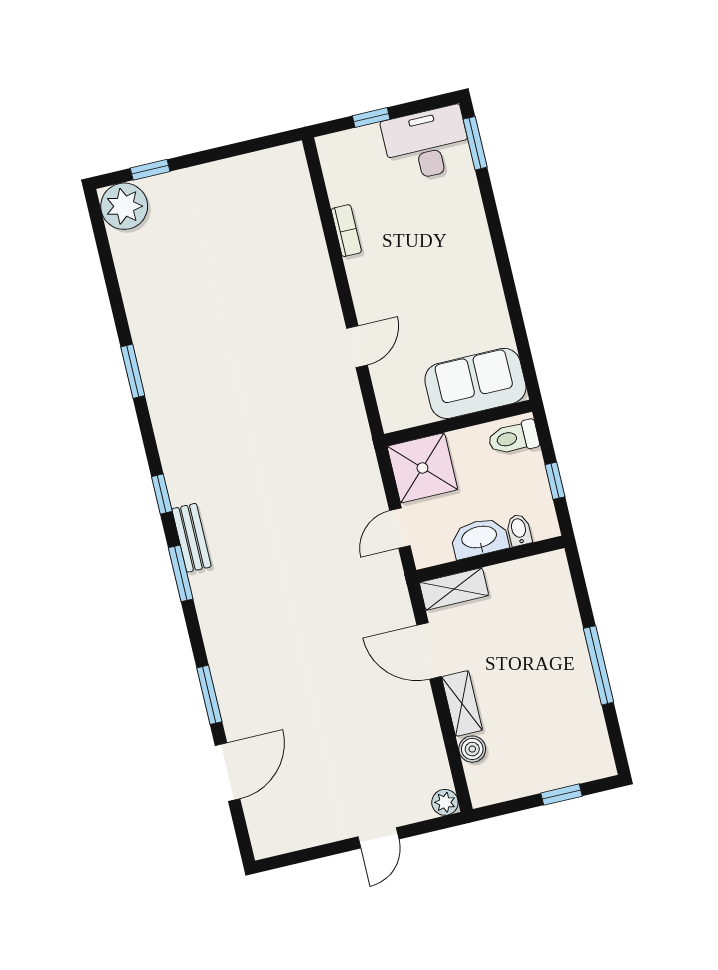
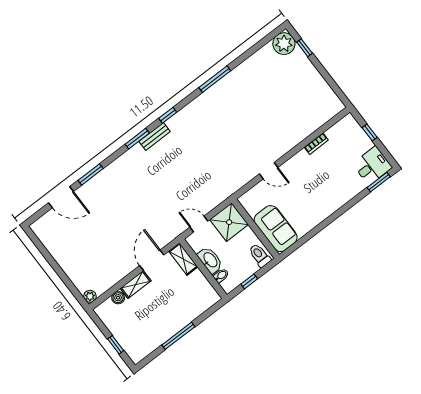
desk: (427, 144) -> (372, 166), width x0.73
window: (133, 371) -> (215, 79), width x1.44
door: (378, 838) -> (62, 275), removed

